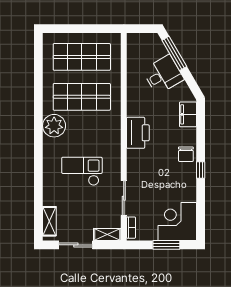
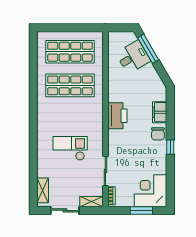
desk: (163, 75) -> (133, 57), moved
filing cabinet: (188, 114) -> (160, 112), moved
plant: (54, 126) -> (47, 110), removed

